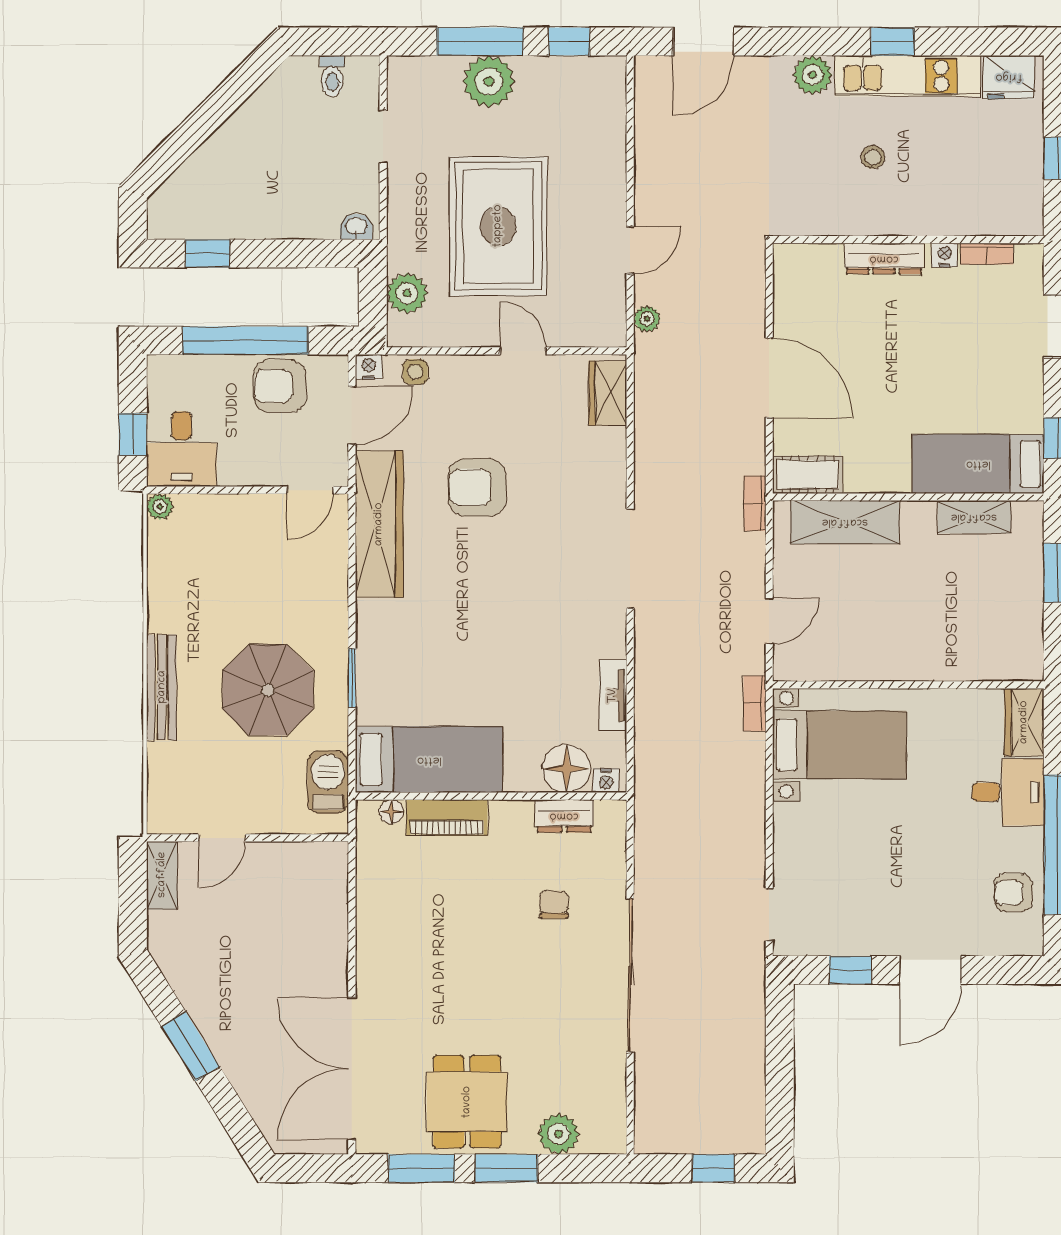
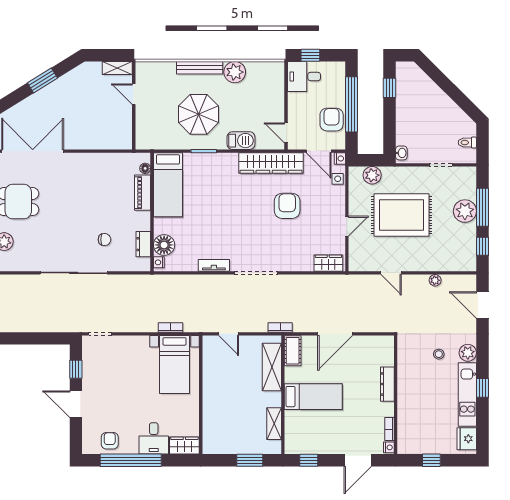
stool: (873, 157) -> (439, 354), moved
nightstand: (945, 255) -> (389, 447), moved
plant: (647, 319) -> (435, 280), moved
bed: (978, 464) -> (313, 397), moved, turned 90
plant: (160, 507) -> (235, 72), moved, width x1.88, depth x1.88
tv unit: (613, 696) -> (214, 265), moved
bookcase: (755, 703) -> (170, 327), moved
barbecue: (328, 782) -> (241, 141), moved

